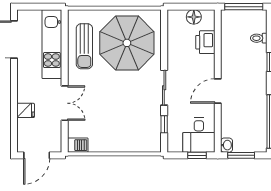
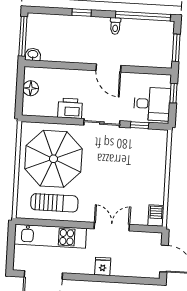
toilet: (259, 38) -> (115, 26), moved
printer: (205, 42) -> (70, 108), moved, turned 180
fridge: (26, 110) -> (103, 266), moved
desk: (199, 135) -> (152, 104), moved
washbasin: (227, 145) -> (33, 54), moved

